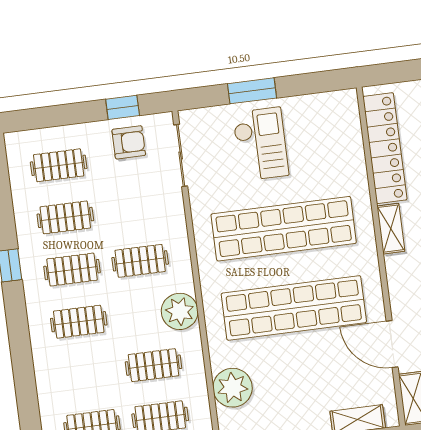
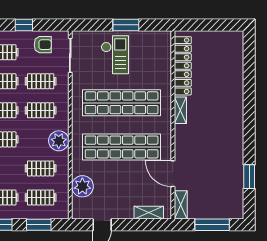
window: (252, 91) -> (126, 25), moved
window: (123, 107) -> (24, 25), moved
clothes rail: (133, 209) -> (41, 81), added

